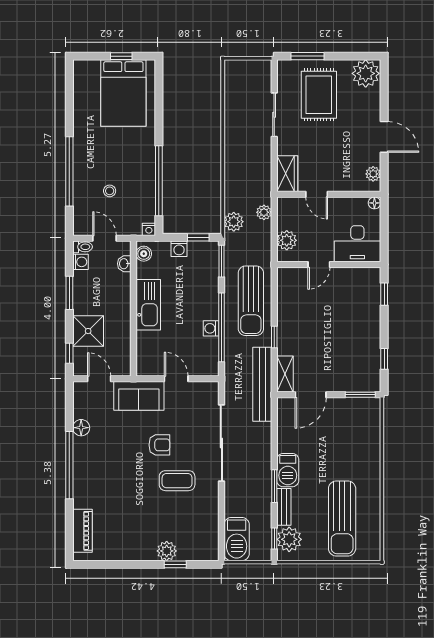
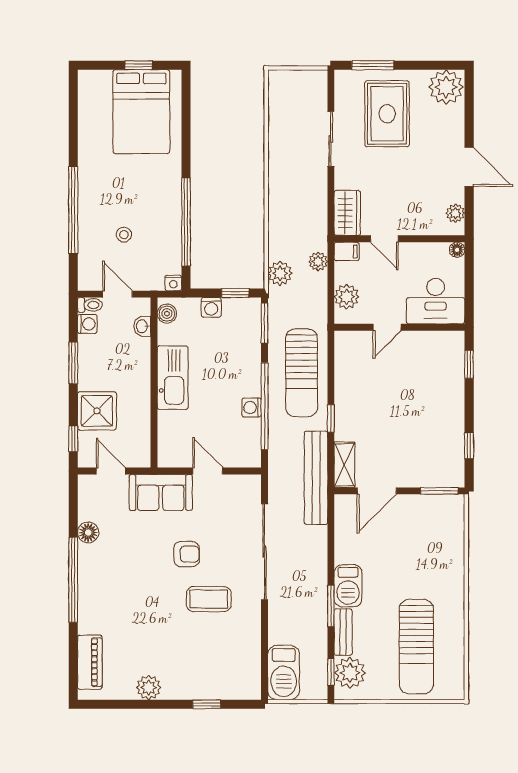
filing cabinet: (287, 204) -> (347, 251), added
plant: (167, 551) -> (149, 688), moved

